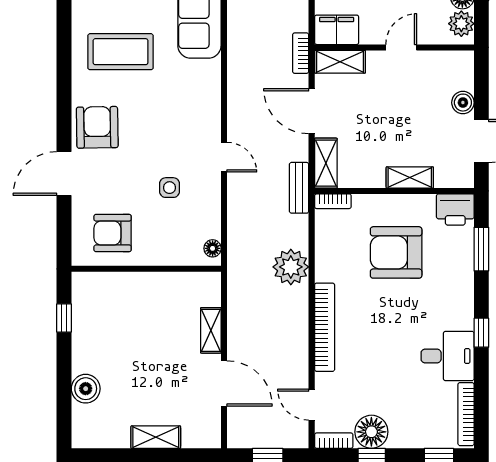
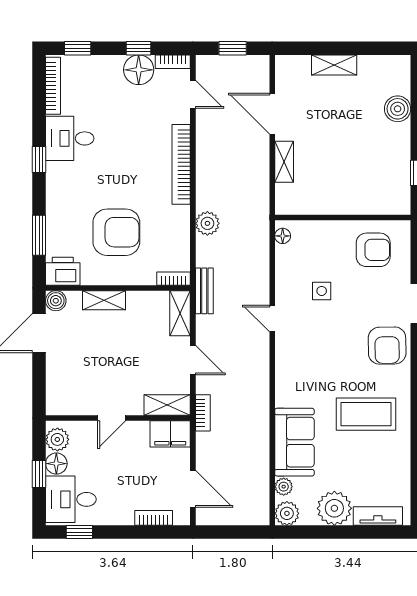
boiler: (463, 103) -> (56, 301), moved
door: (312, 111) -> (193, 360), width x0.73
plant: (291, 267) -> (207, 223), width x0.73, depth x0.73

